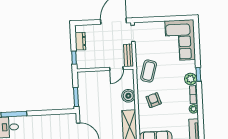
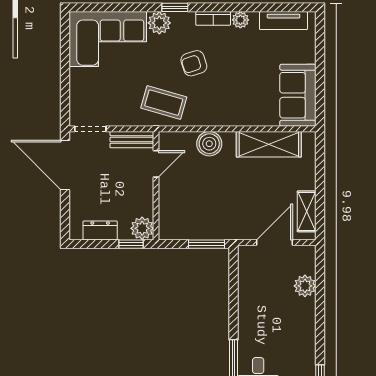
plant: (83, 63) -> (142, 228), added
door: (116, 69) -> (156, 164), hinge flipped
plant: (191, 79) -> (159, 23), moved
armchair: (154, 100) -> (194, 63), moved

